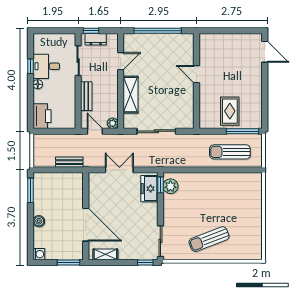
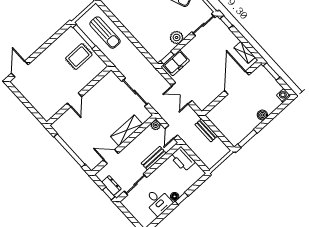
window: (30, 66) -> (182, 199), moved
printer: (42, 116) -> (183, 159), moved, turned -90
plant: (170, 186) -> (177, 37), moved

